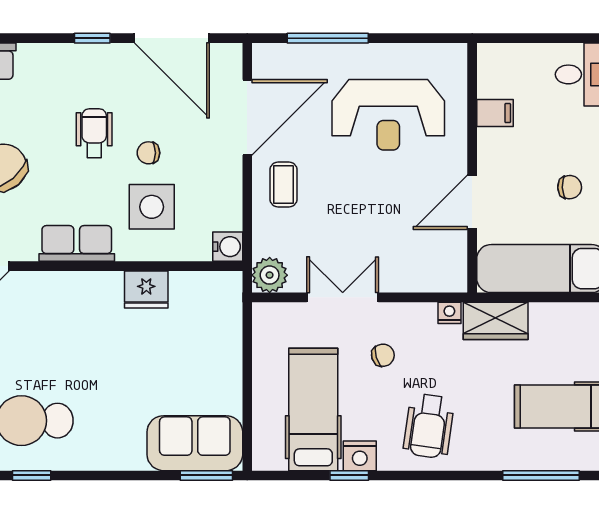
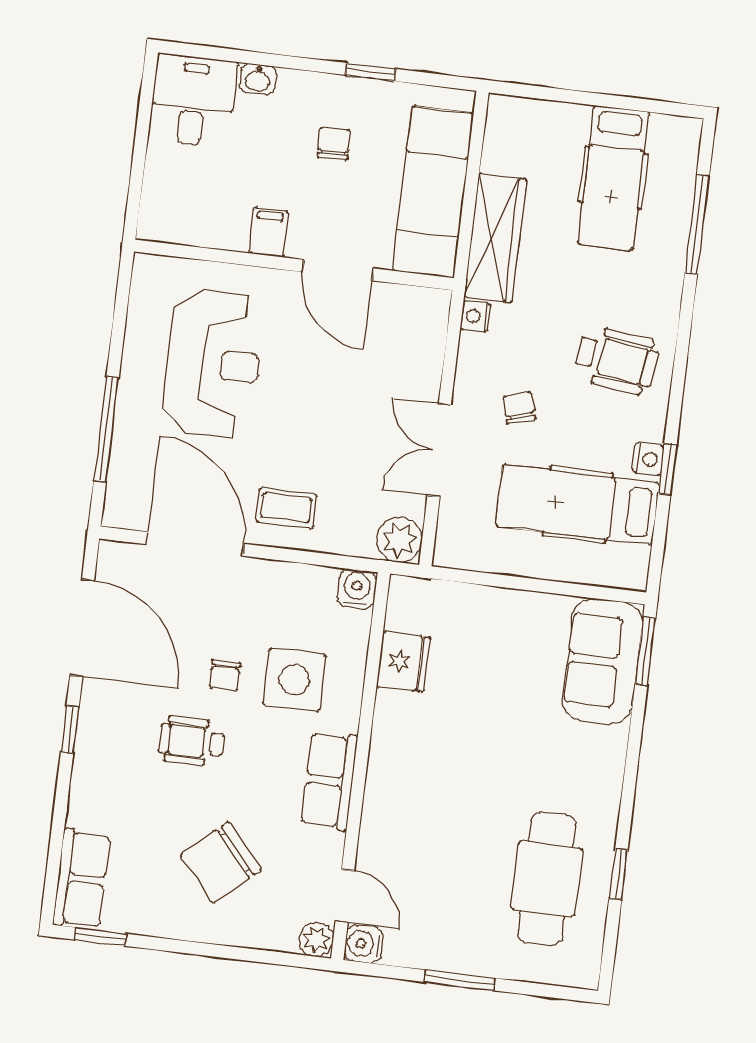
door: (172, 38) -> (82, 628), hinge flipped
filing cabinet: (495, 113) -> (269, 232), moved
fridge: (146, 289) -> (403, 662), moved
wardrobe: (496, 321) -> (495, 238), width x1.50
nightstand: (360, 456) -> (648, 459), width x0.72, depth x0.74

